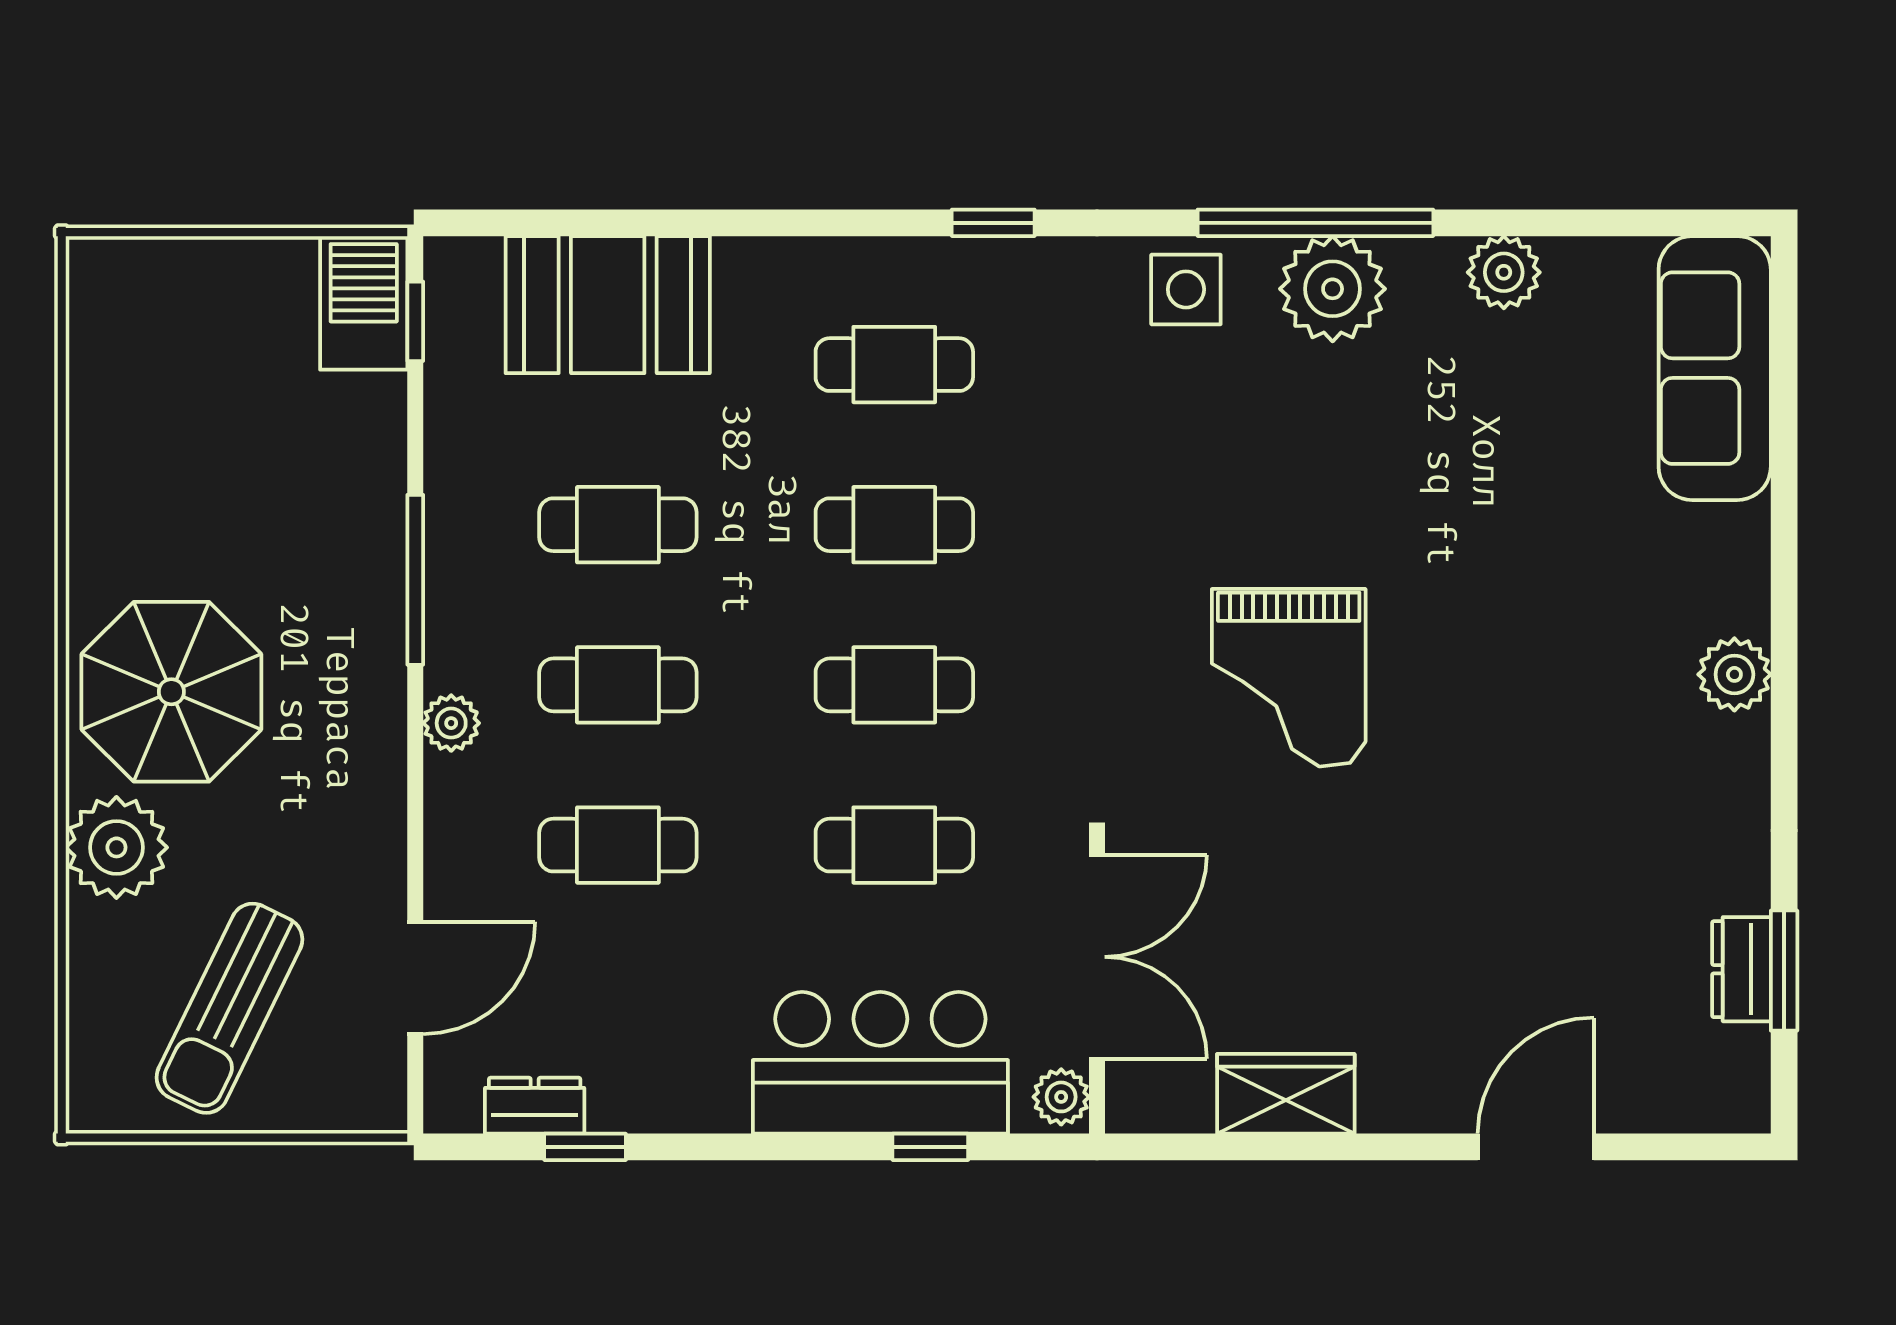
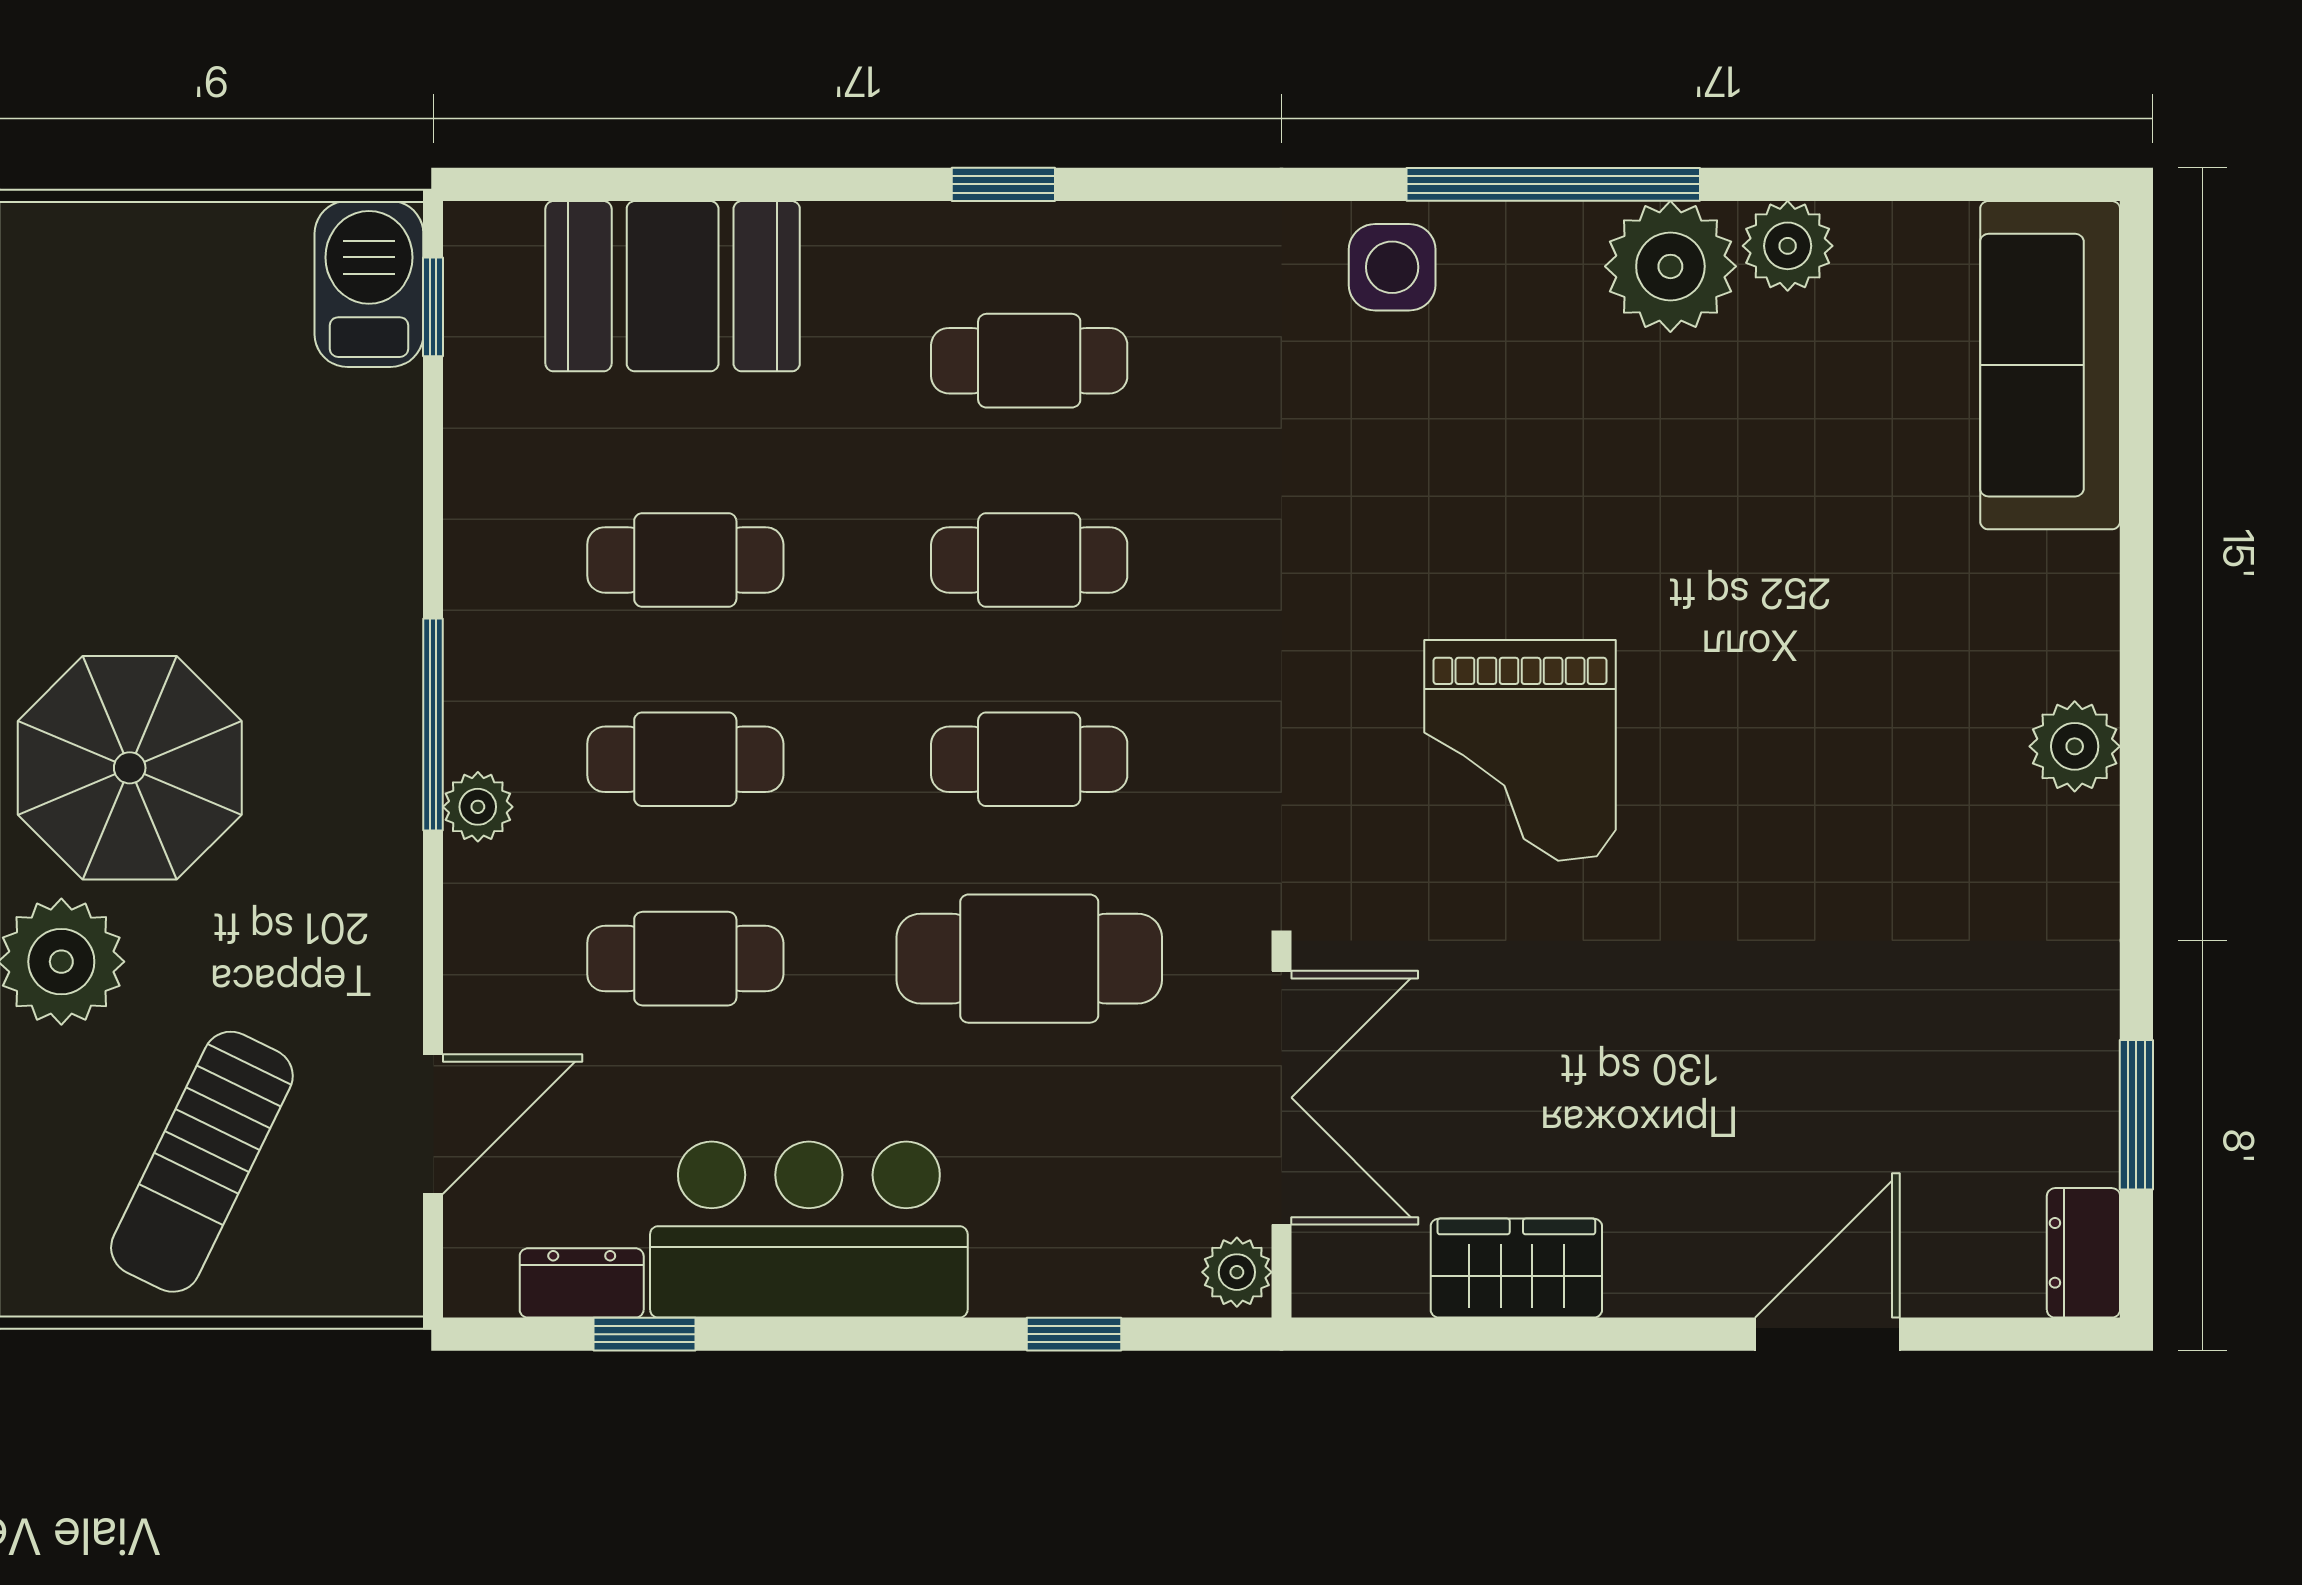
window: (993, 223) -> (1003, 184), moved
plant: (1333, 289) -> (1670, 266), moved
window: (415, 580) -> (433, 724), moved
cafe table: (894, 845) -> (1029, 959), width x1.37, depth x1.35
dresser: (1741, 969) -> (2083, 1253), moved
bar counter: (880, 1063) -> (809, 1230), moved

